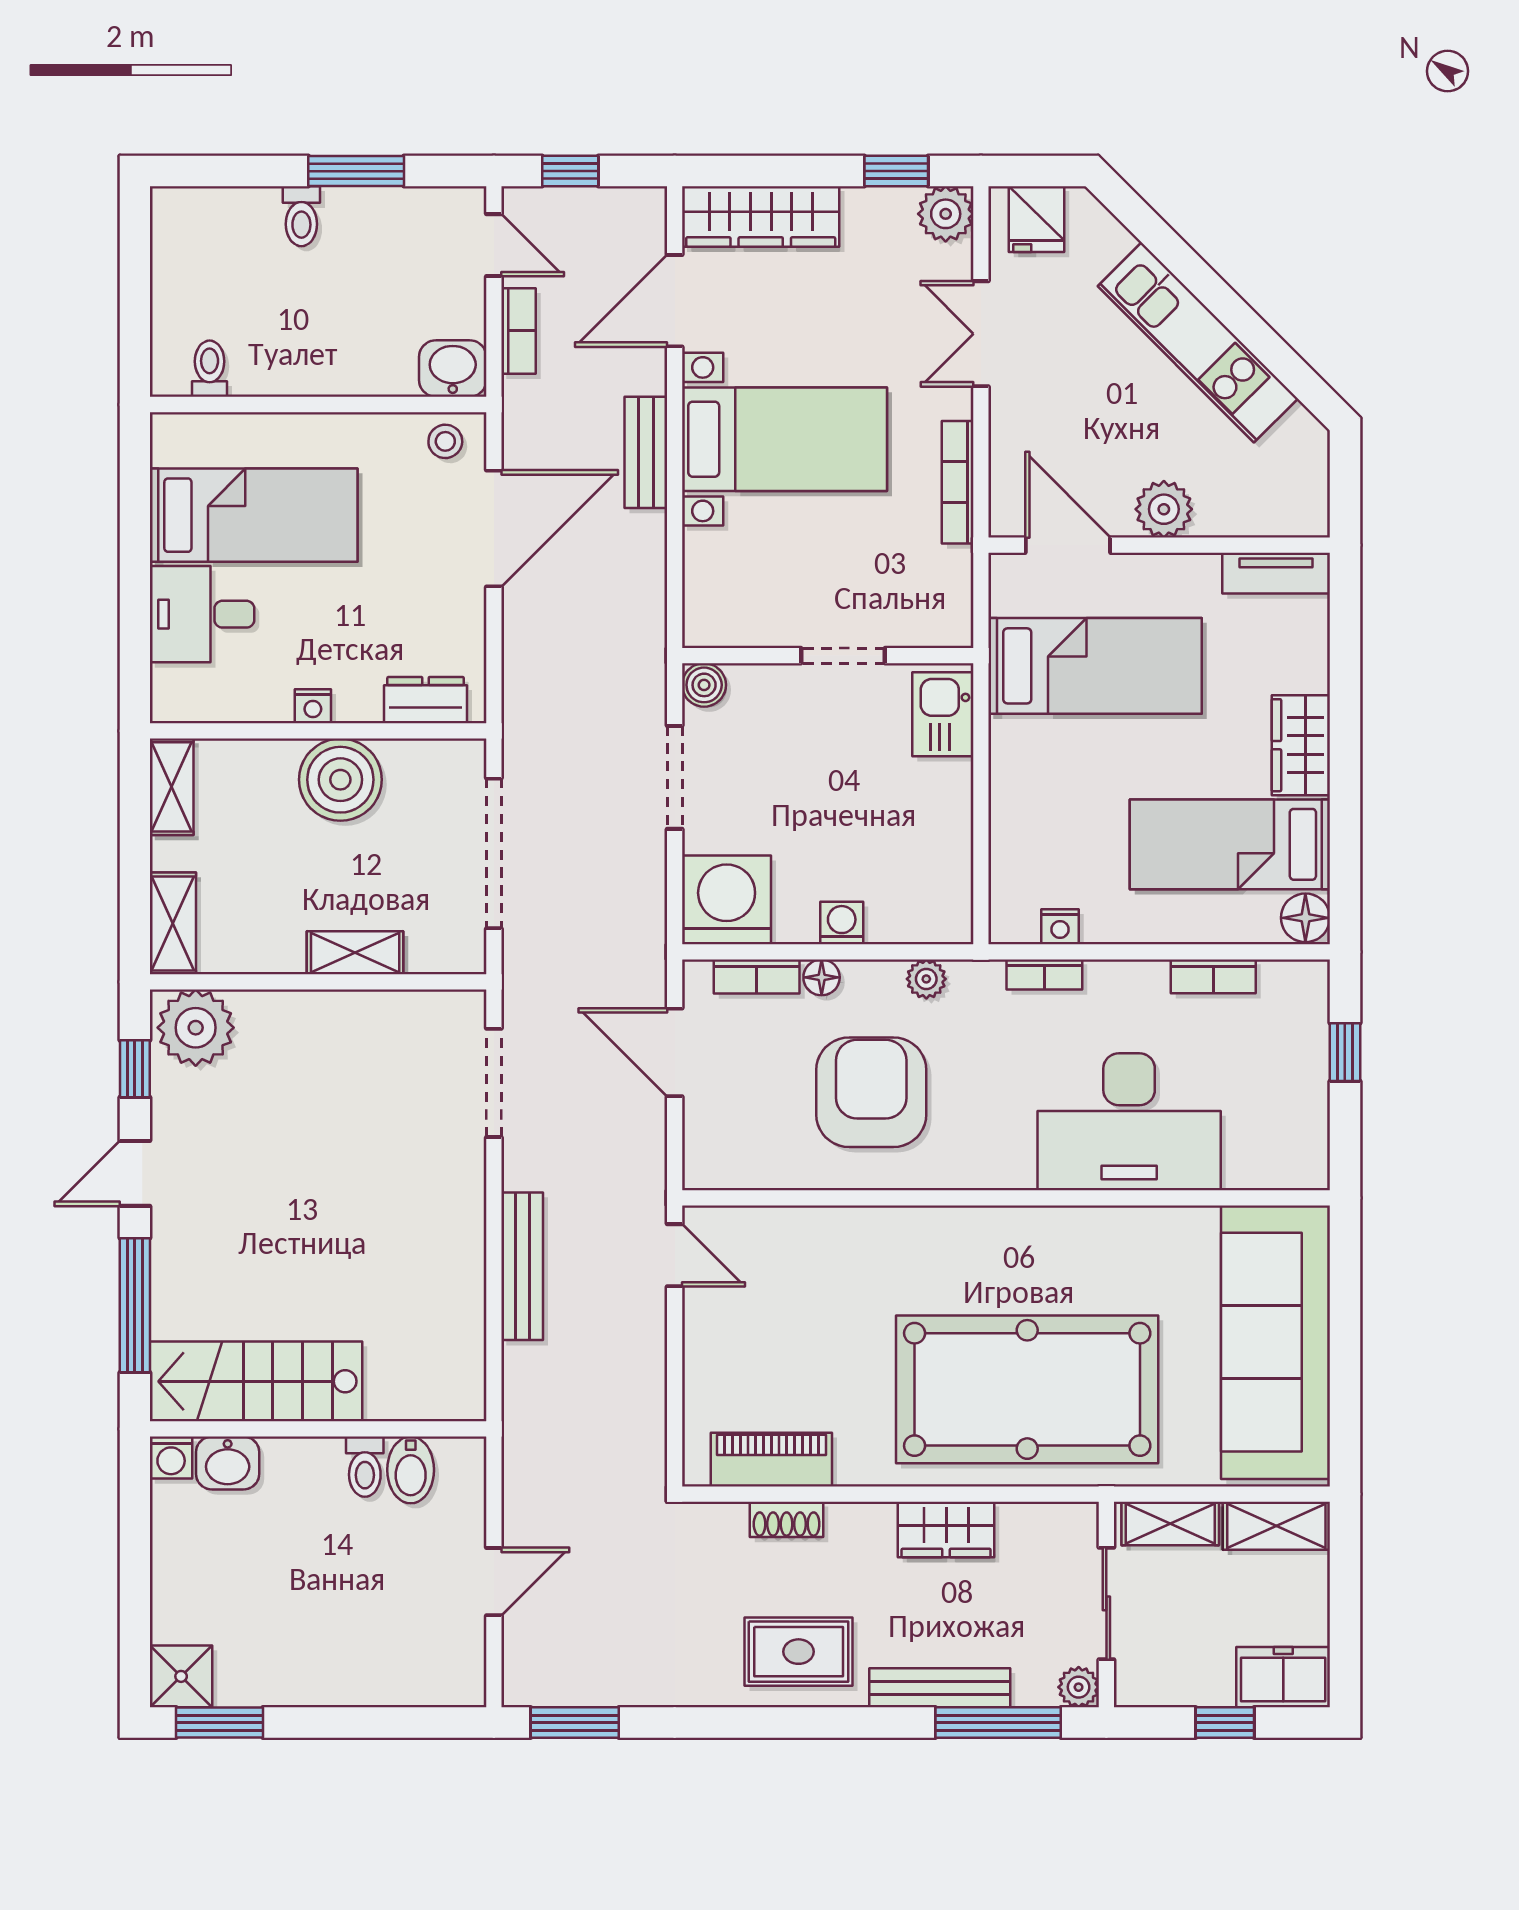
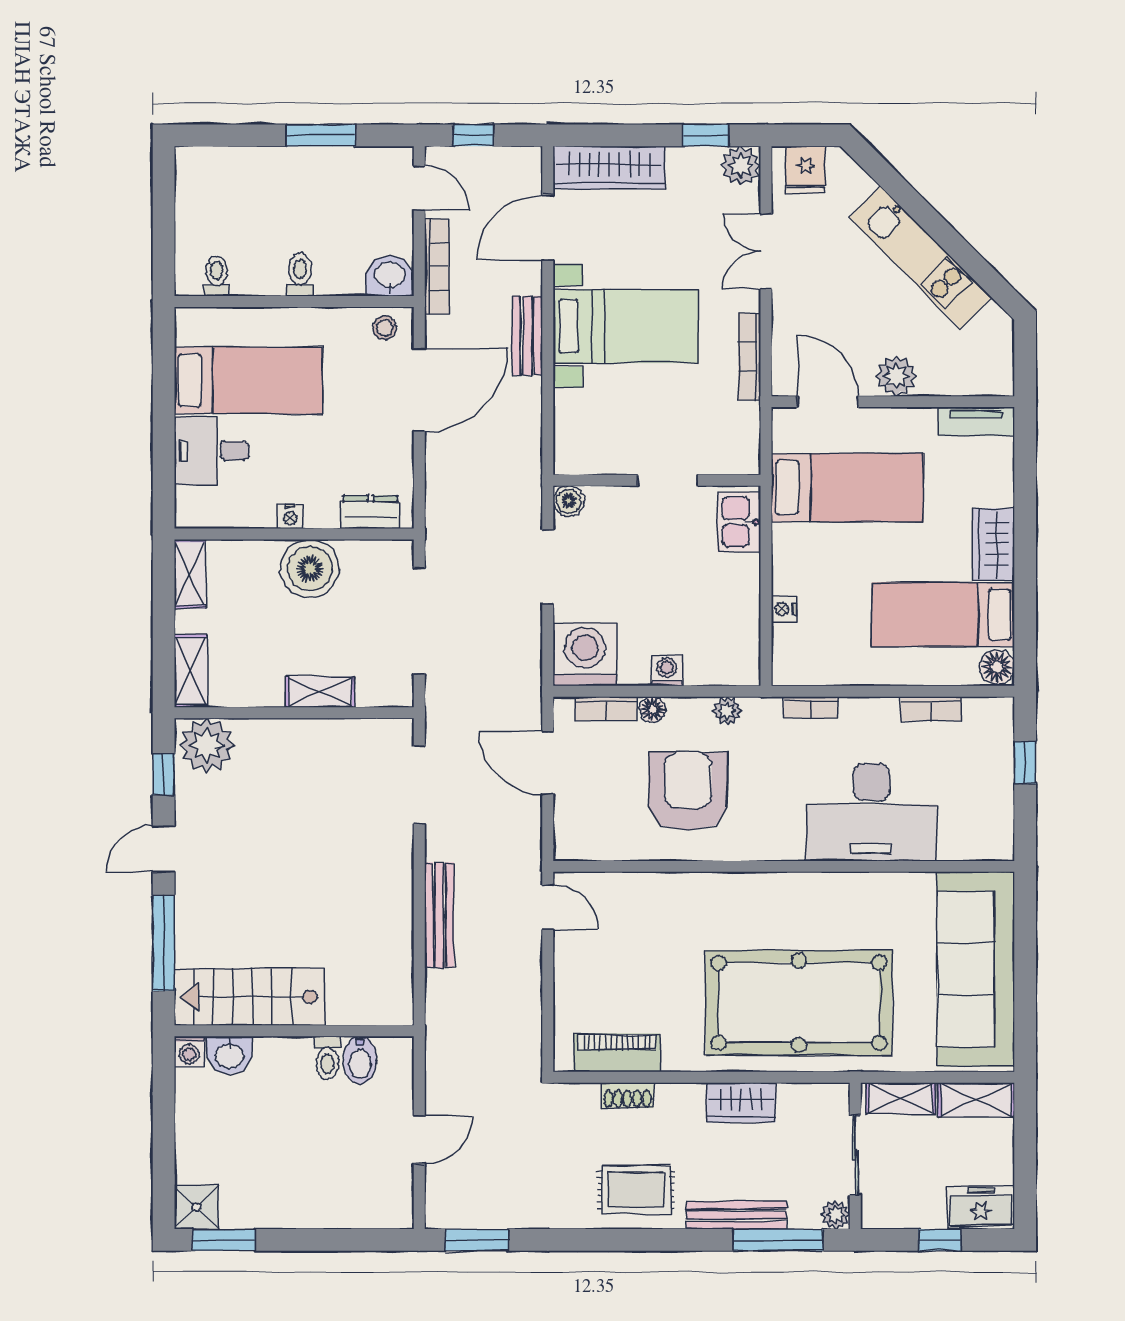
toilet: (301, 216) -> (300, 275), moved, turned 180
bookcase: (519, 331) -> (437, 266), width x1.56
nightstand: (1060, 927) -> (784, 609), moved, turned 90

